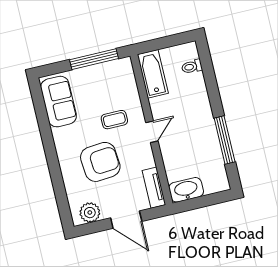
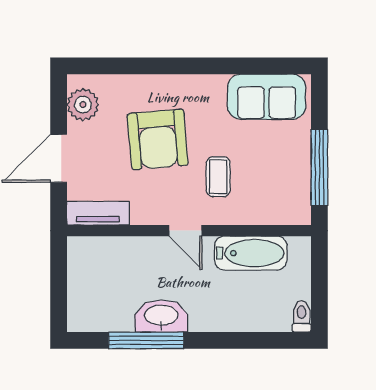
toilet: (192, 67) -> (302, 316), moved
bathtub: (153, 74) -> (251, 253), moved
washbasin: (186, 190) -> (161, 316), moved, turned -90

